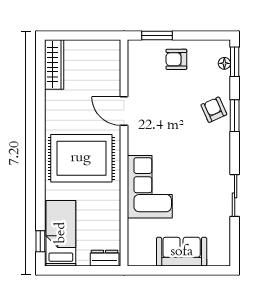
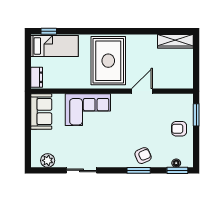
armchair: (176, 59) -> (179, 129), turned -90
plant: (221, 243) -> (48, 160), added
sofa: (182, 252) -> (41, 112), moved

